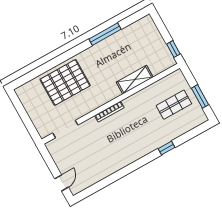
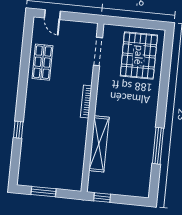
shelving: (135, 80) -> (99, 144), width x1.47
pallet: (65, 82) -> (139, 55), moved
shop shelf: (174, 105) -> (42, 62), moved

